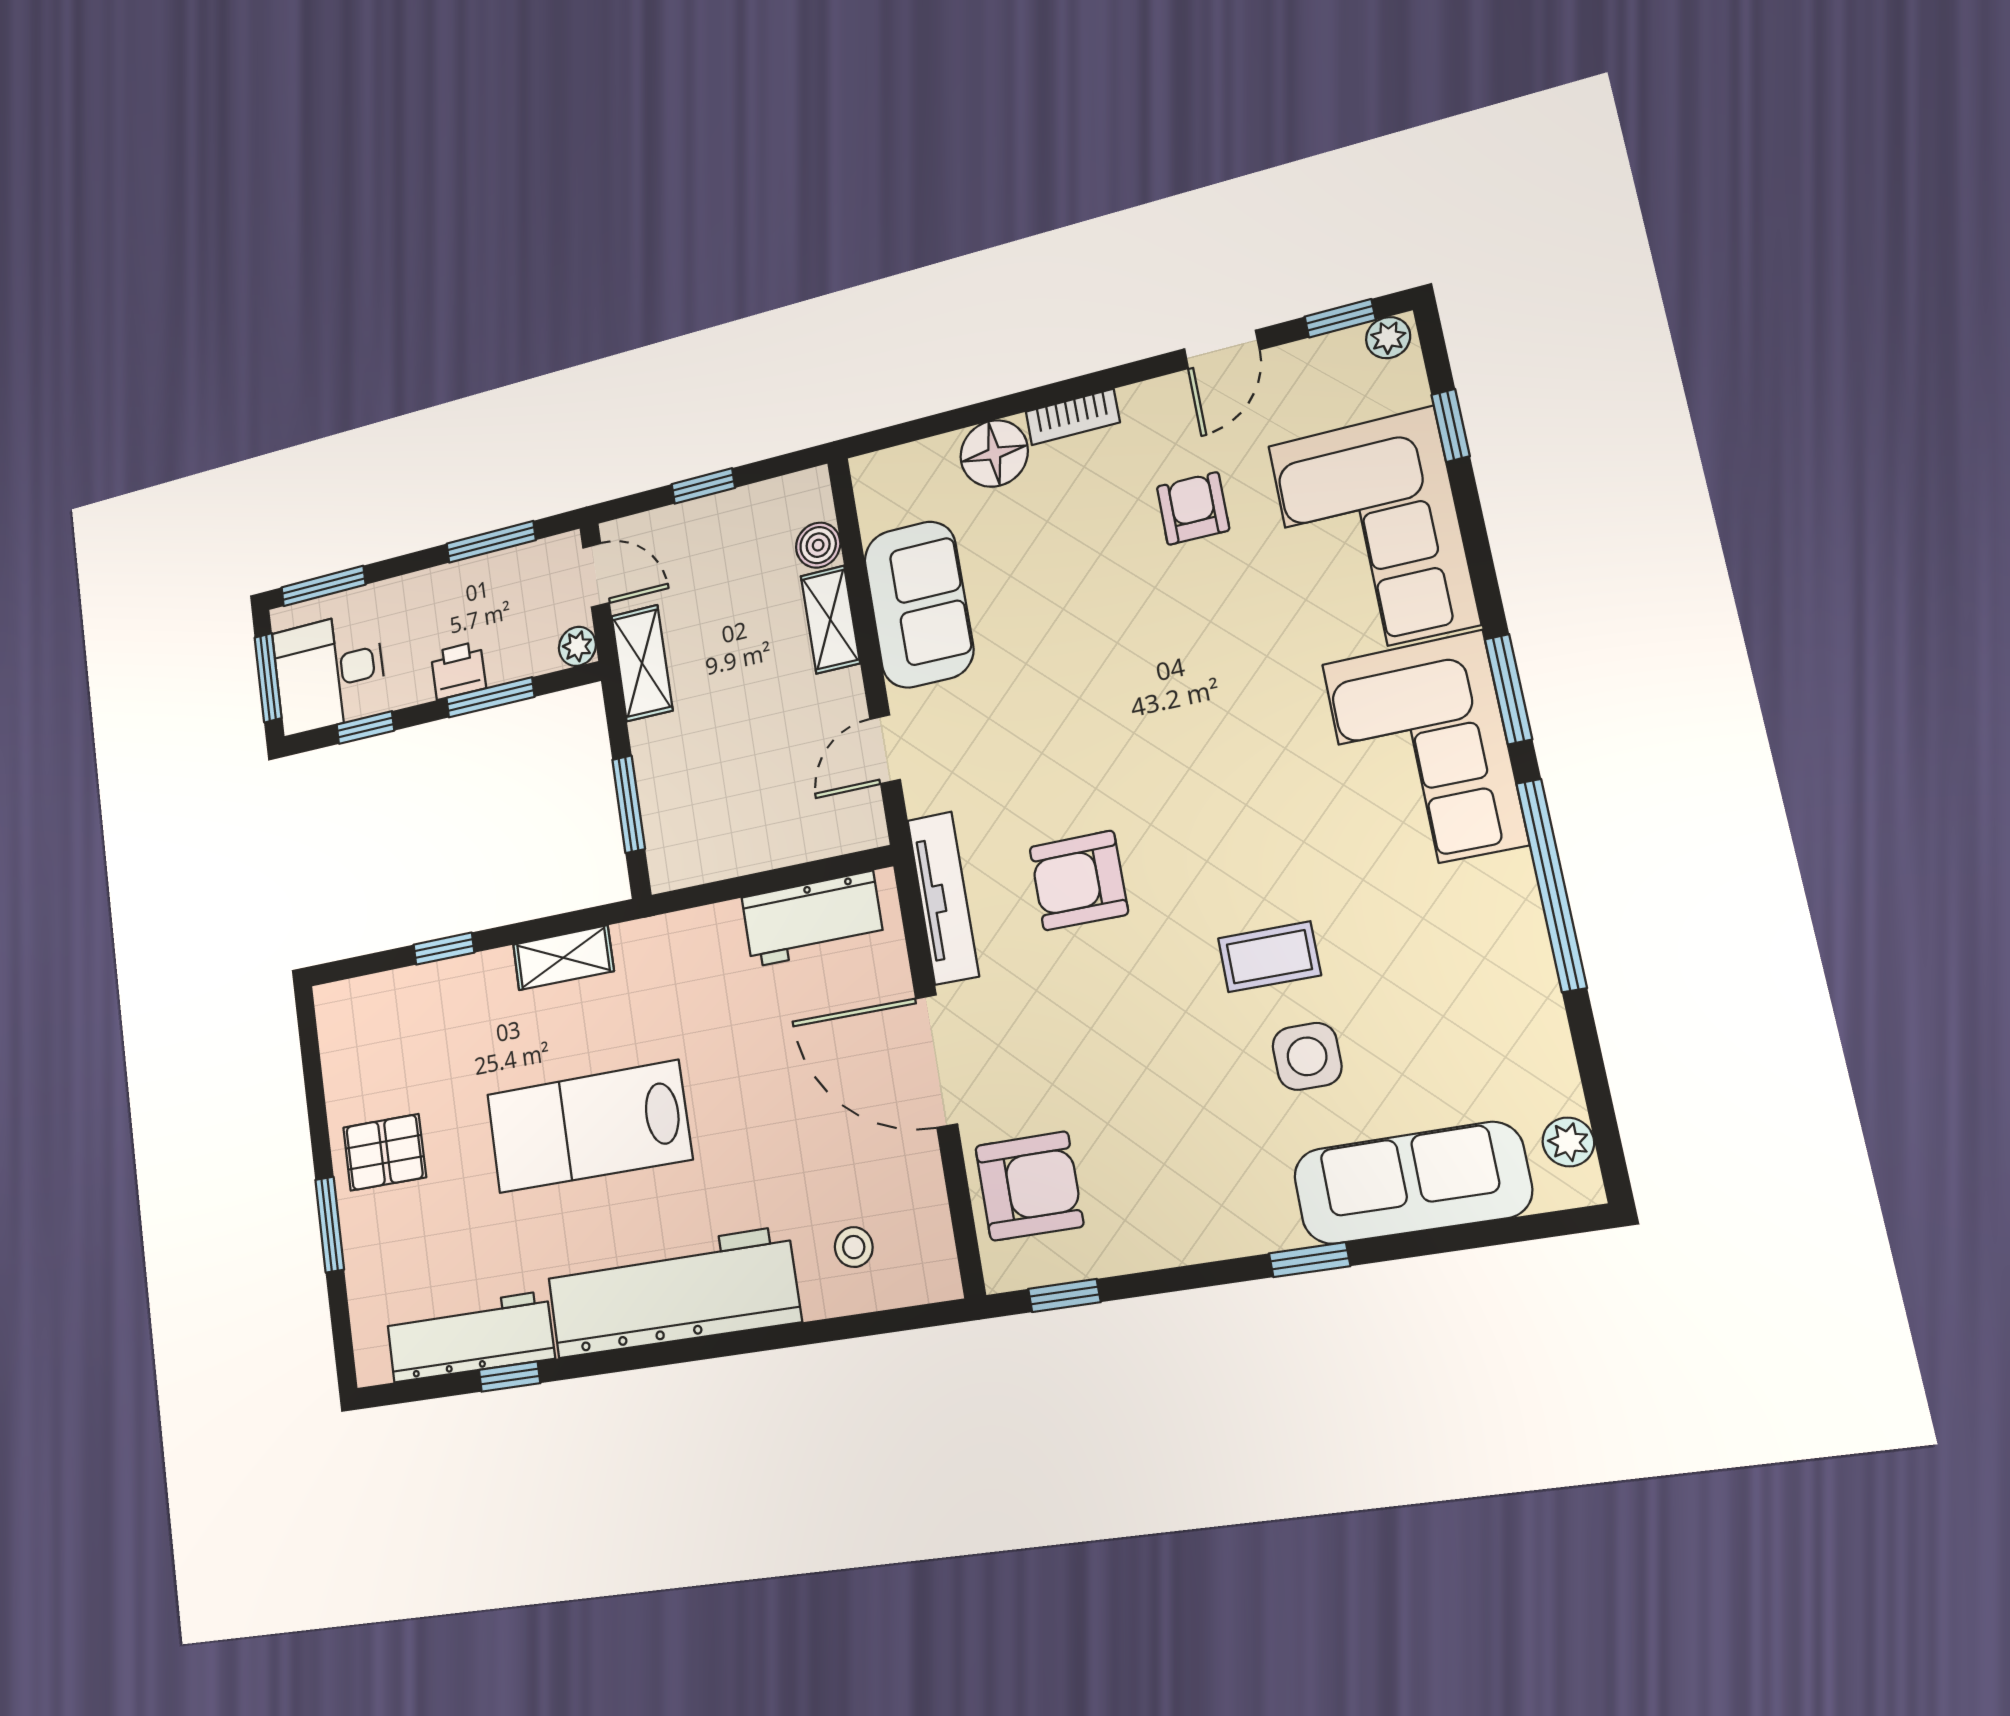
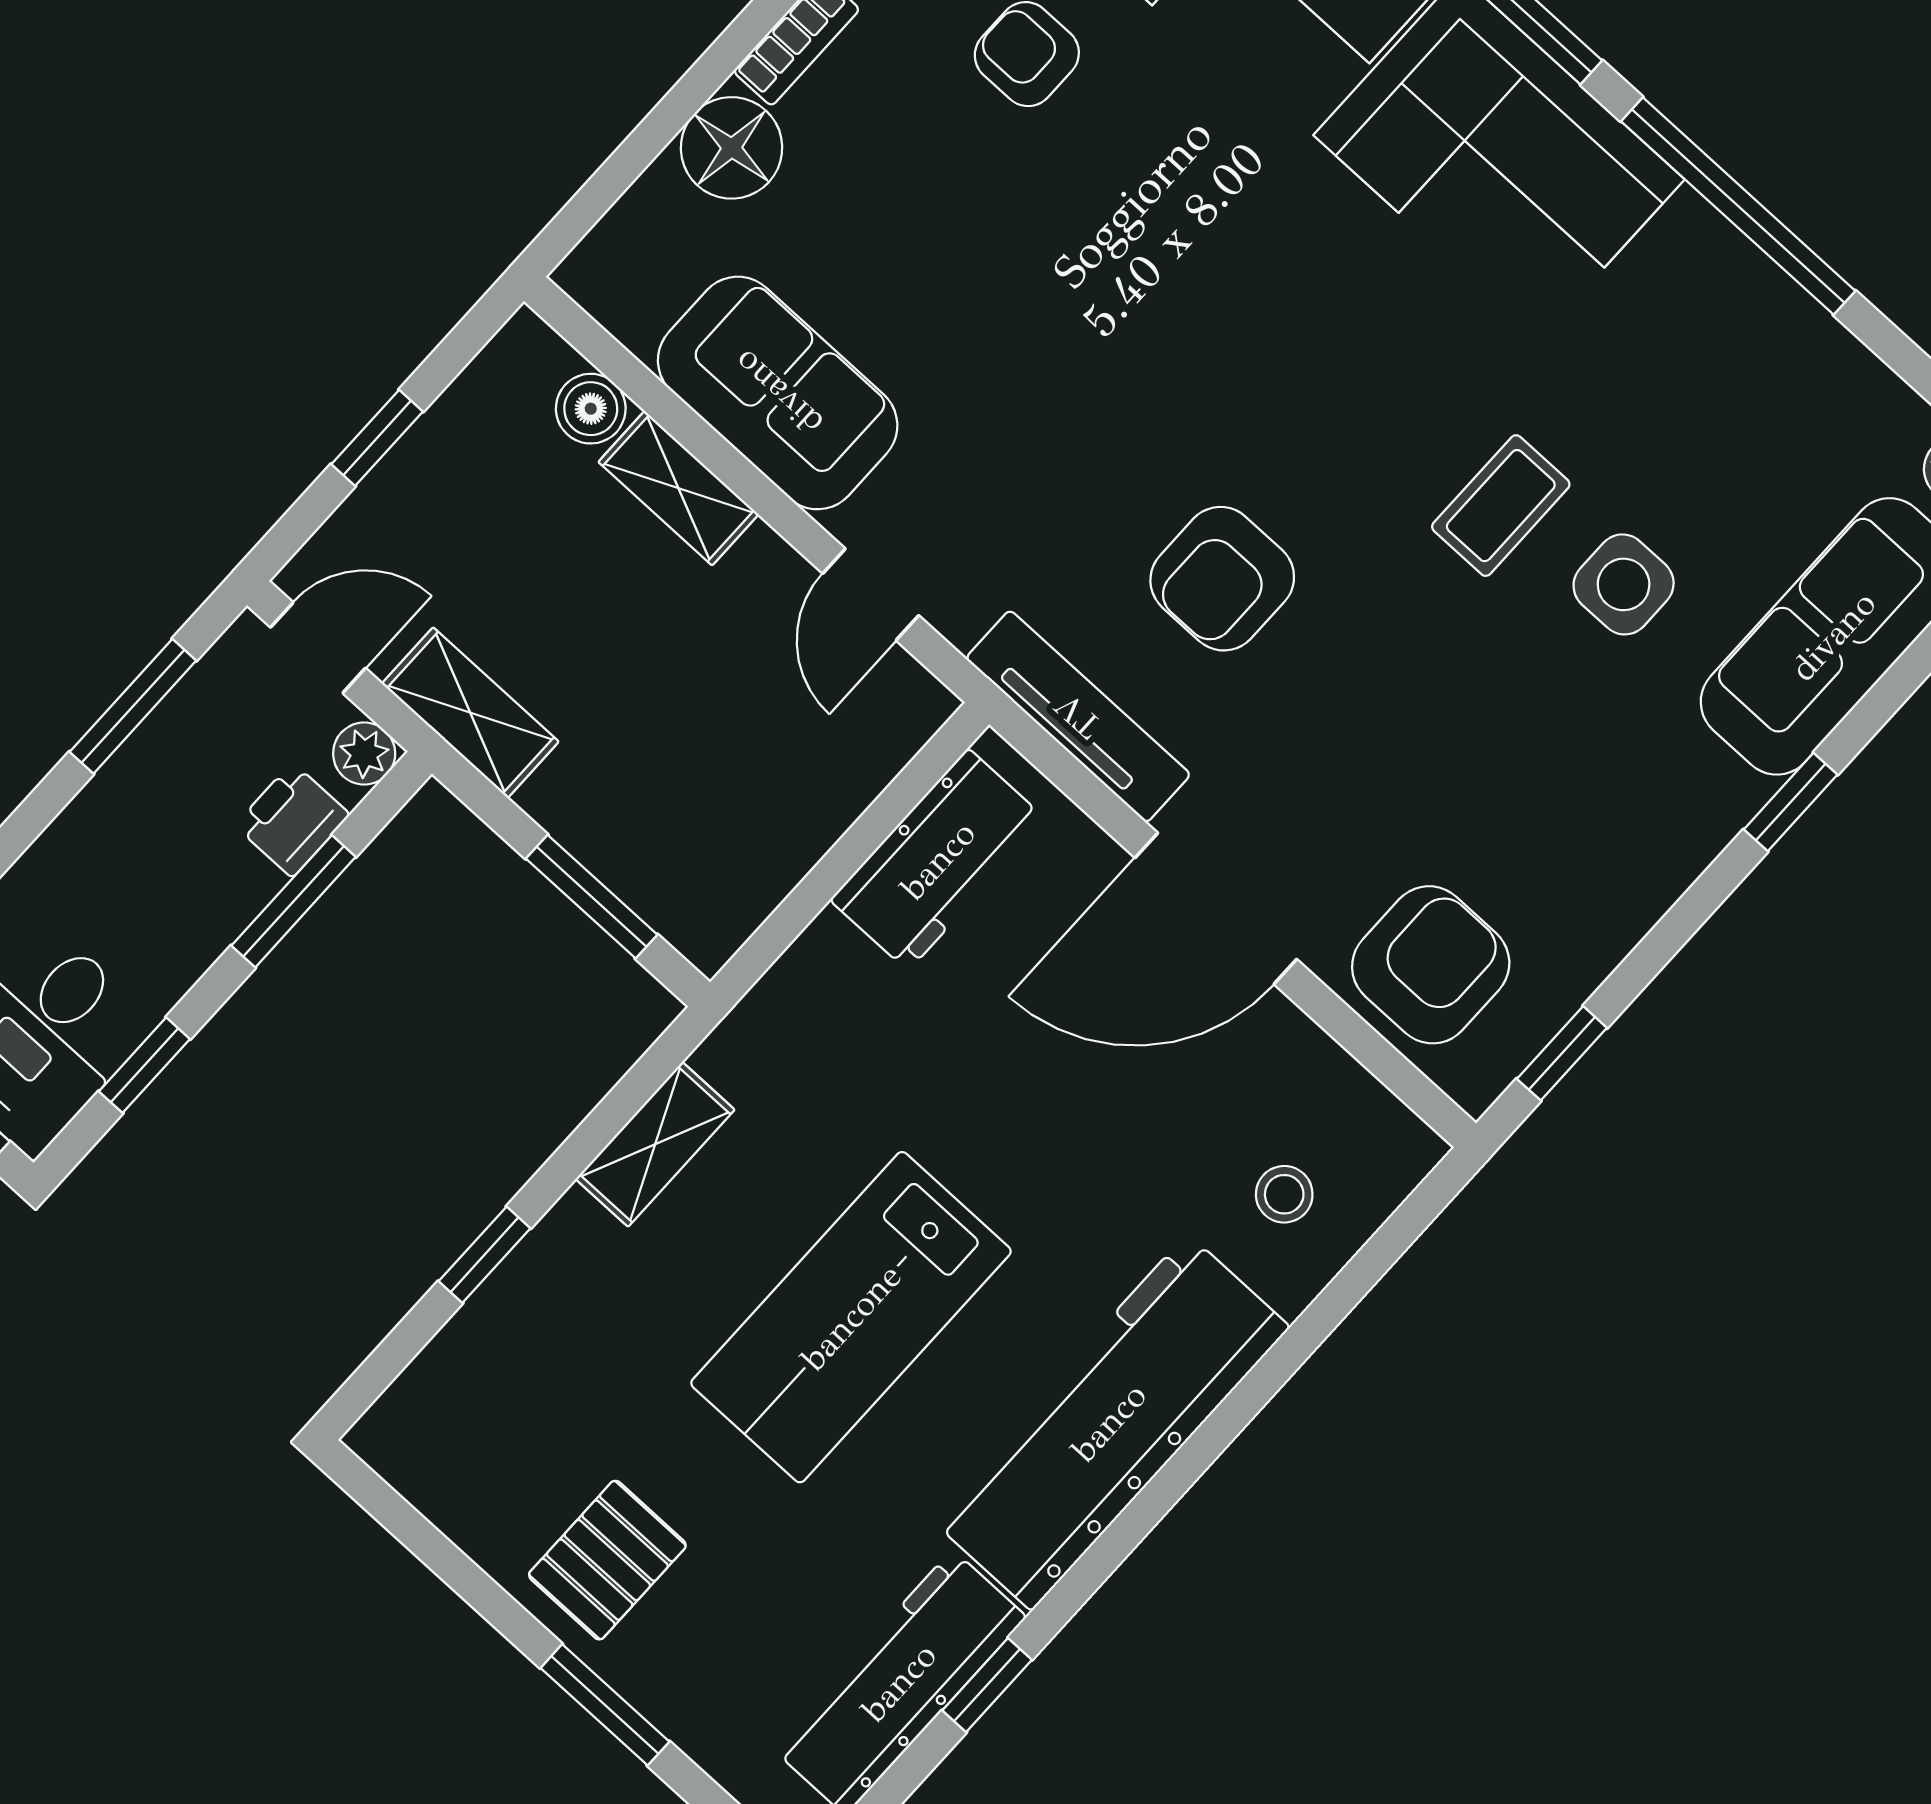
printer: (458, 670) -> (292, 820), moved

